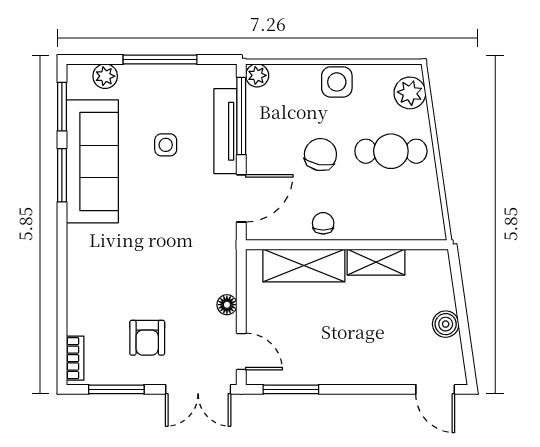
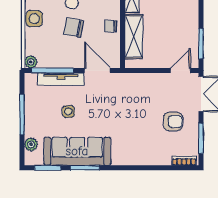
floor lamp: (227, 305) -> (155, 78), removed

